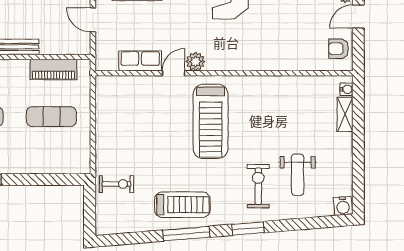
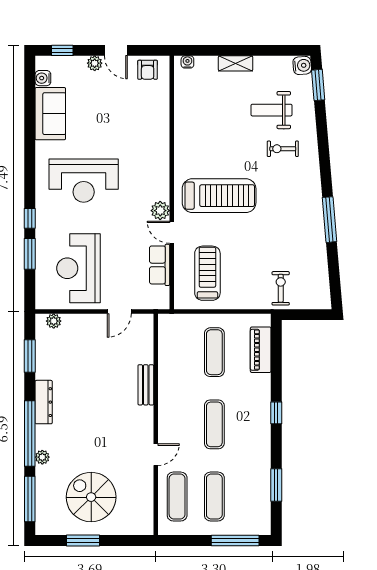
piano: (53, 70) -> (261, 350), moved, turned 180
shelving: (345, 114) -> (236, 63), moved
weight bench: (298, 175) -> (271, 110), turned 180
exercise bike: (258, 186) -> (283, 149), width x0.73, depth x0.72
treadmill: (182, 205) -> (207, 273), moved
window: (248, 228) -> (318, 85), moved

